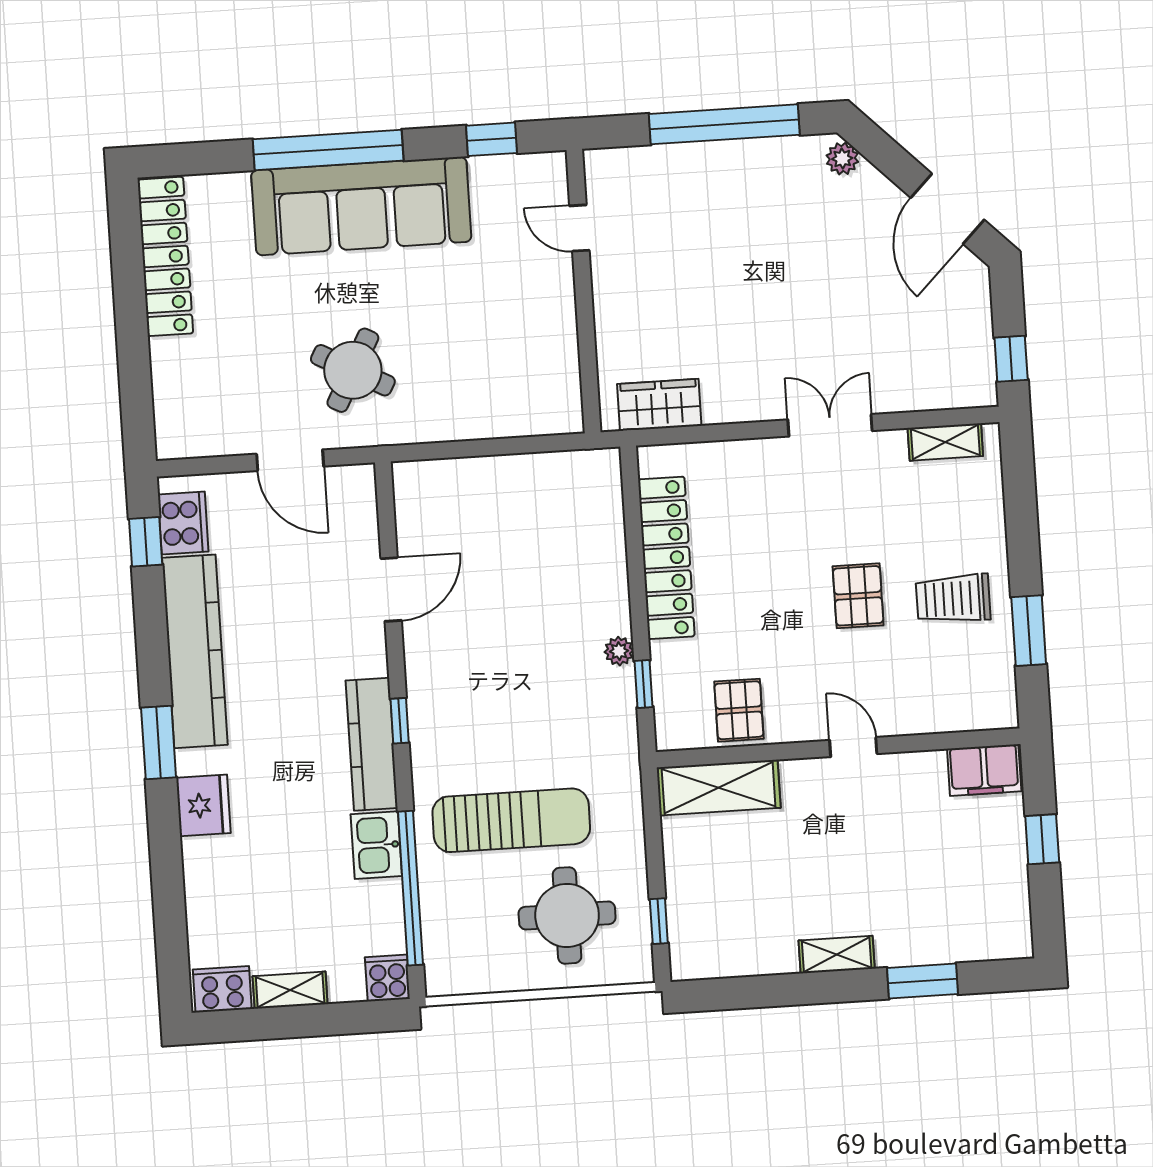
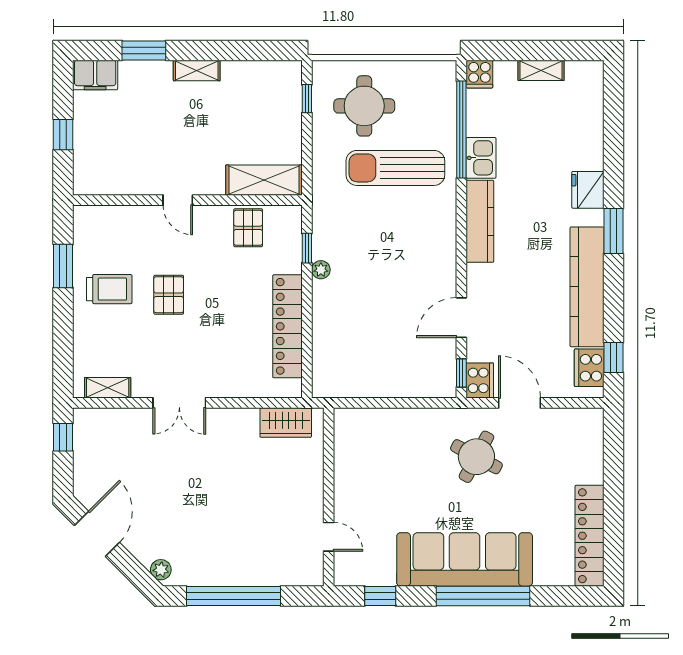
window: (400, 721) -> (461, 373), moved
filing cabinet: (984, 770) -> (95, 75), moved, turned 180
cooker: (222, 989) -> (480, 380), moved, turned -90

